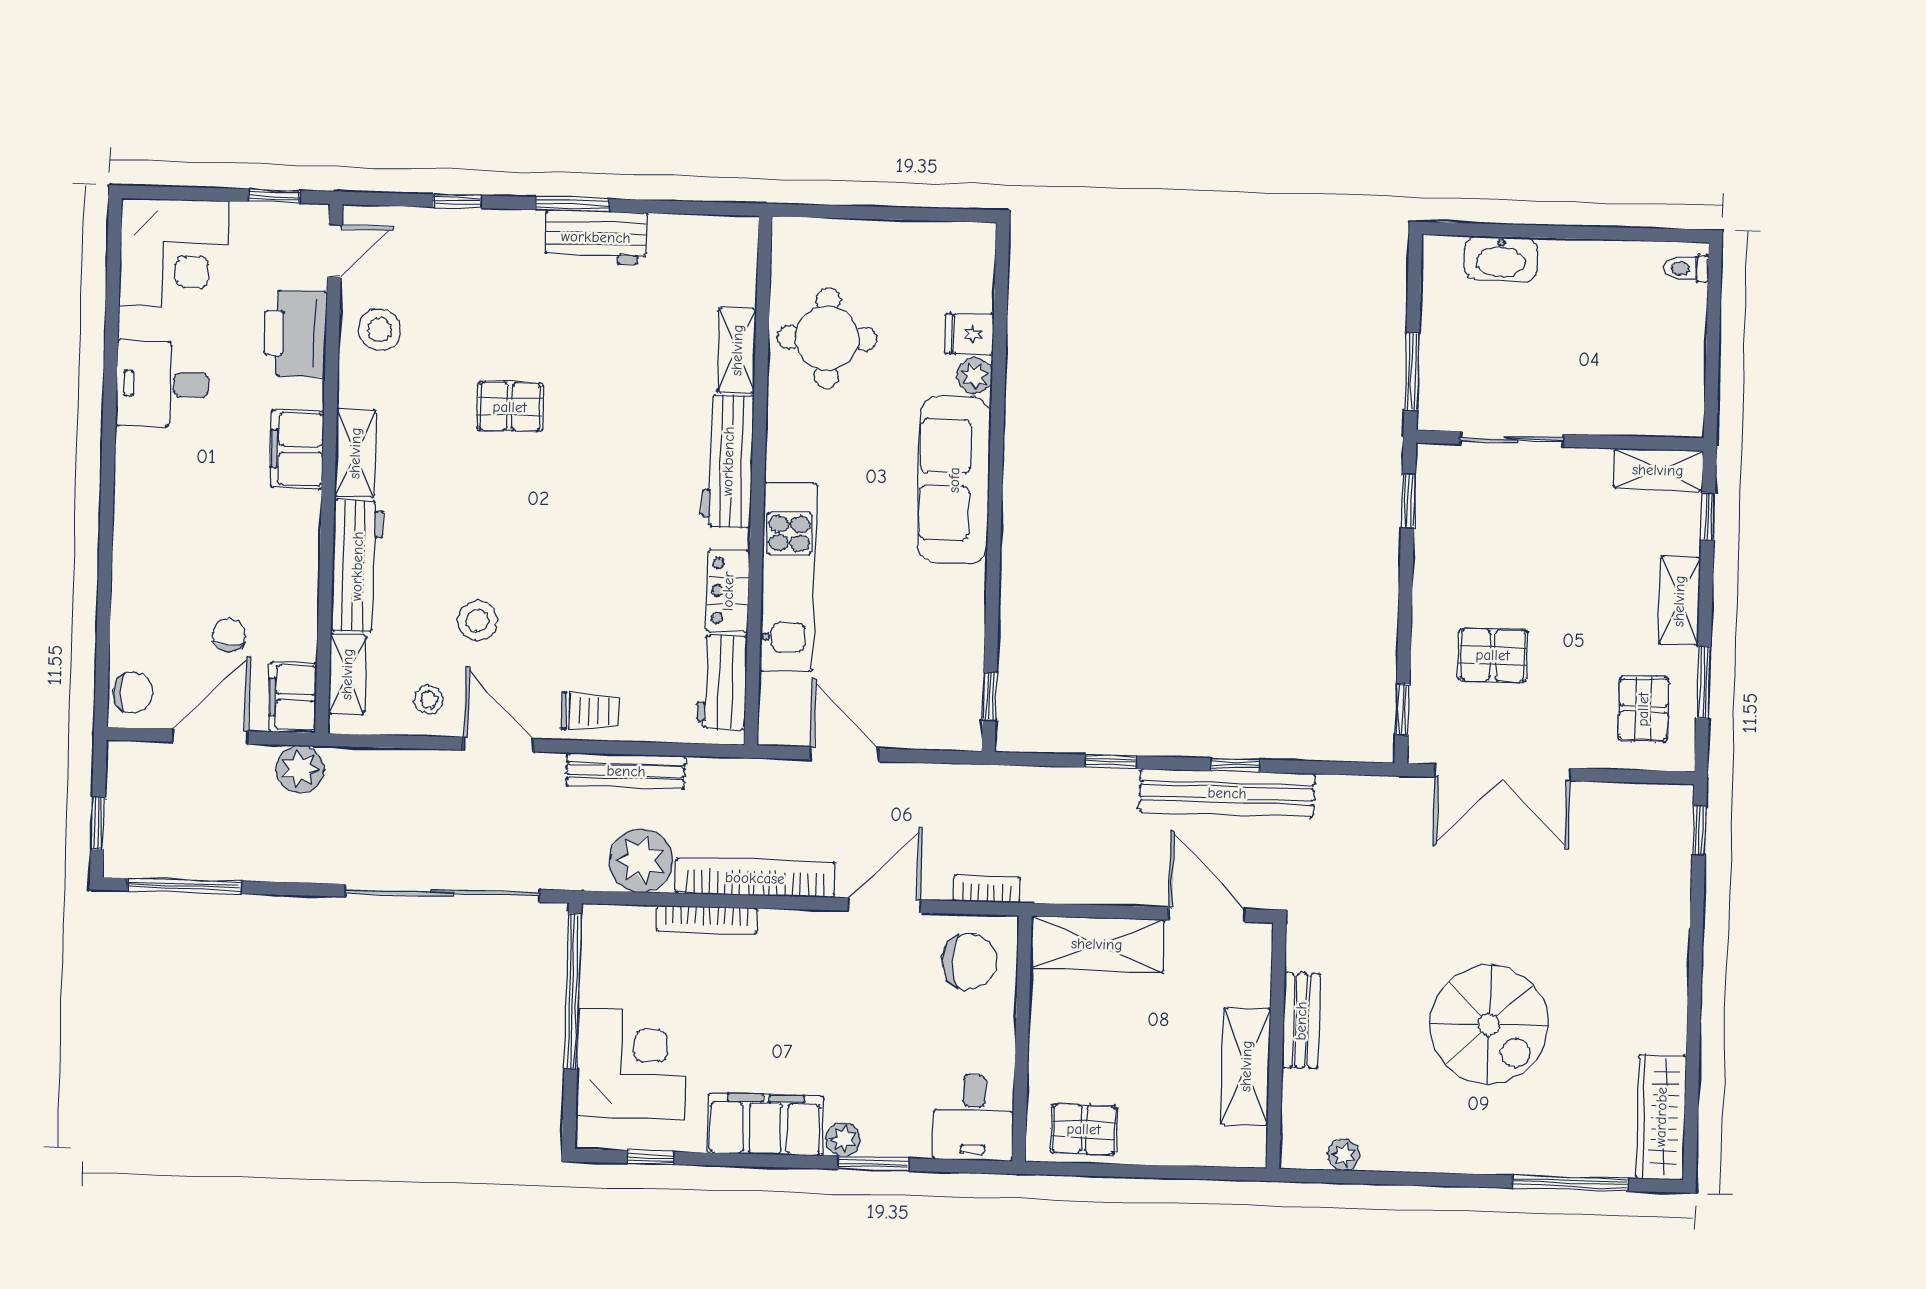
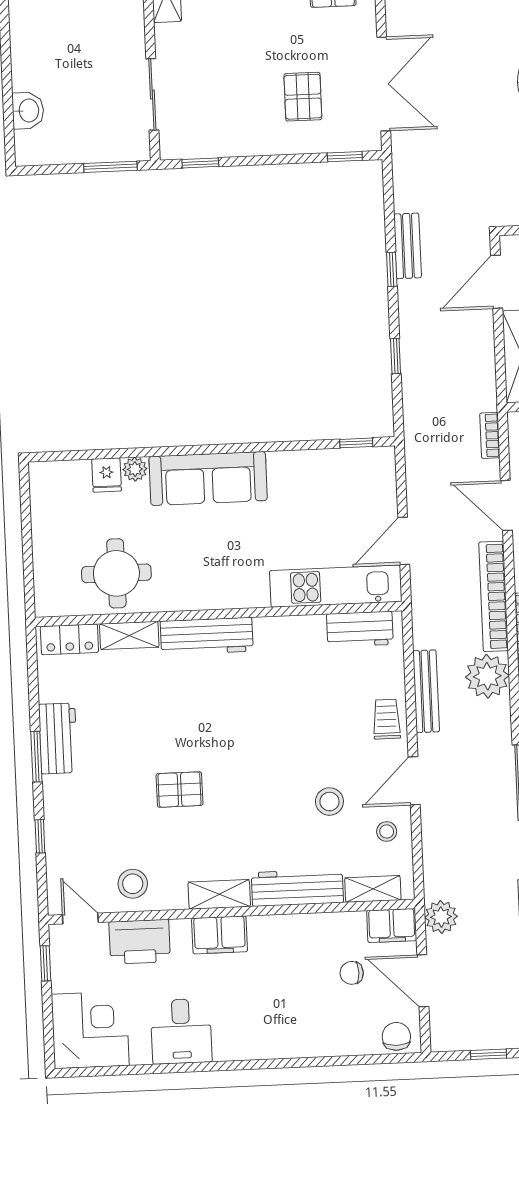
washbasin: (1501, 259) -> (28, 111), width x0.72
pallet: (510, 407) -> (179, 790), turned 90
kitchen unit: (788, 577) -> (336, 586), moved
locker: (728, 591) -> (69, 639), moved
bench: (1227, 793) -> (408, 246), width x0.54, depth x0.82

